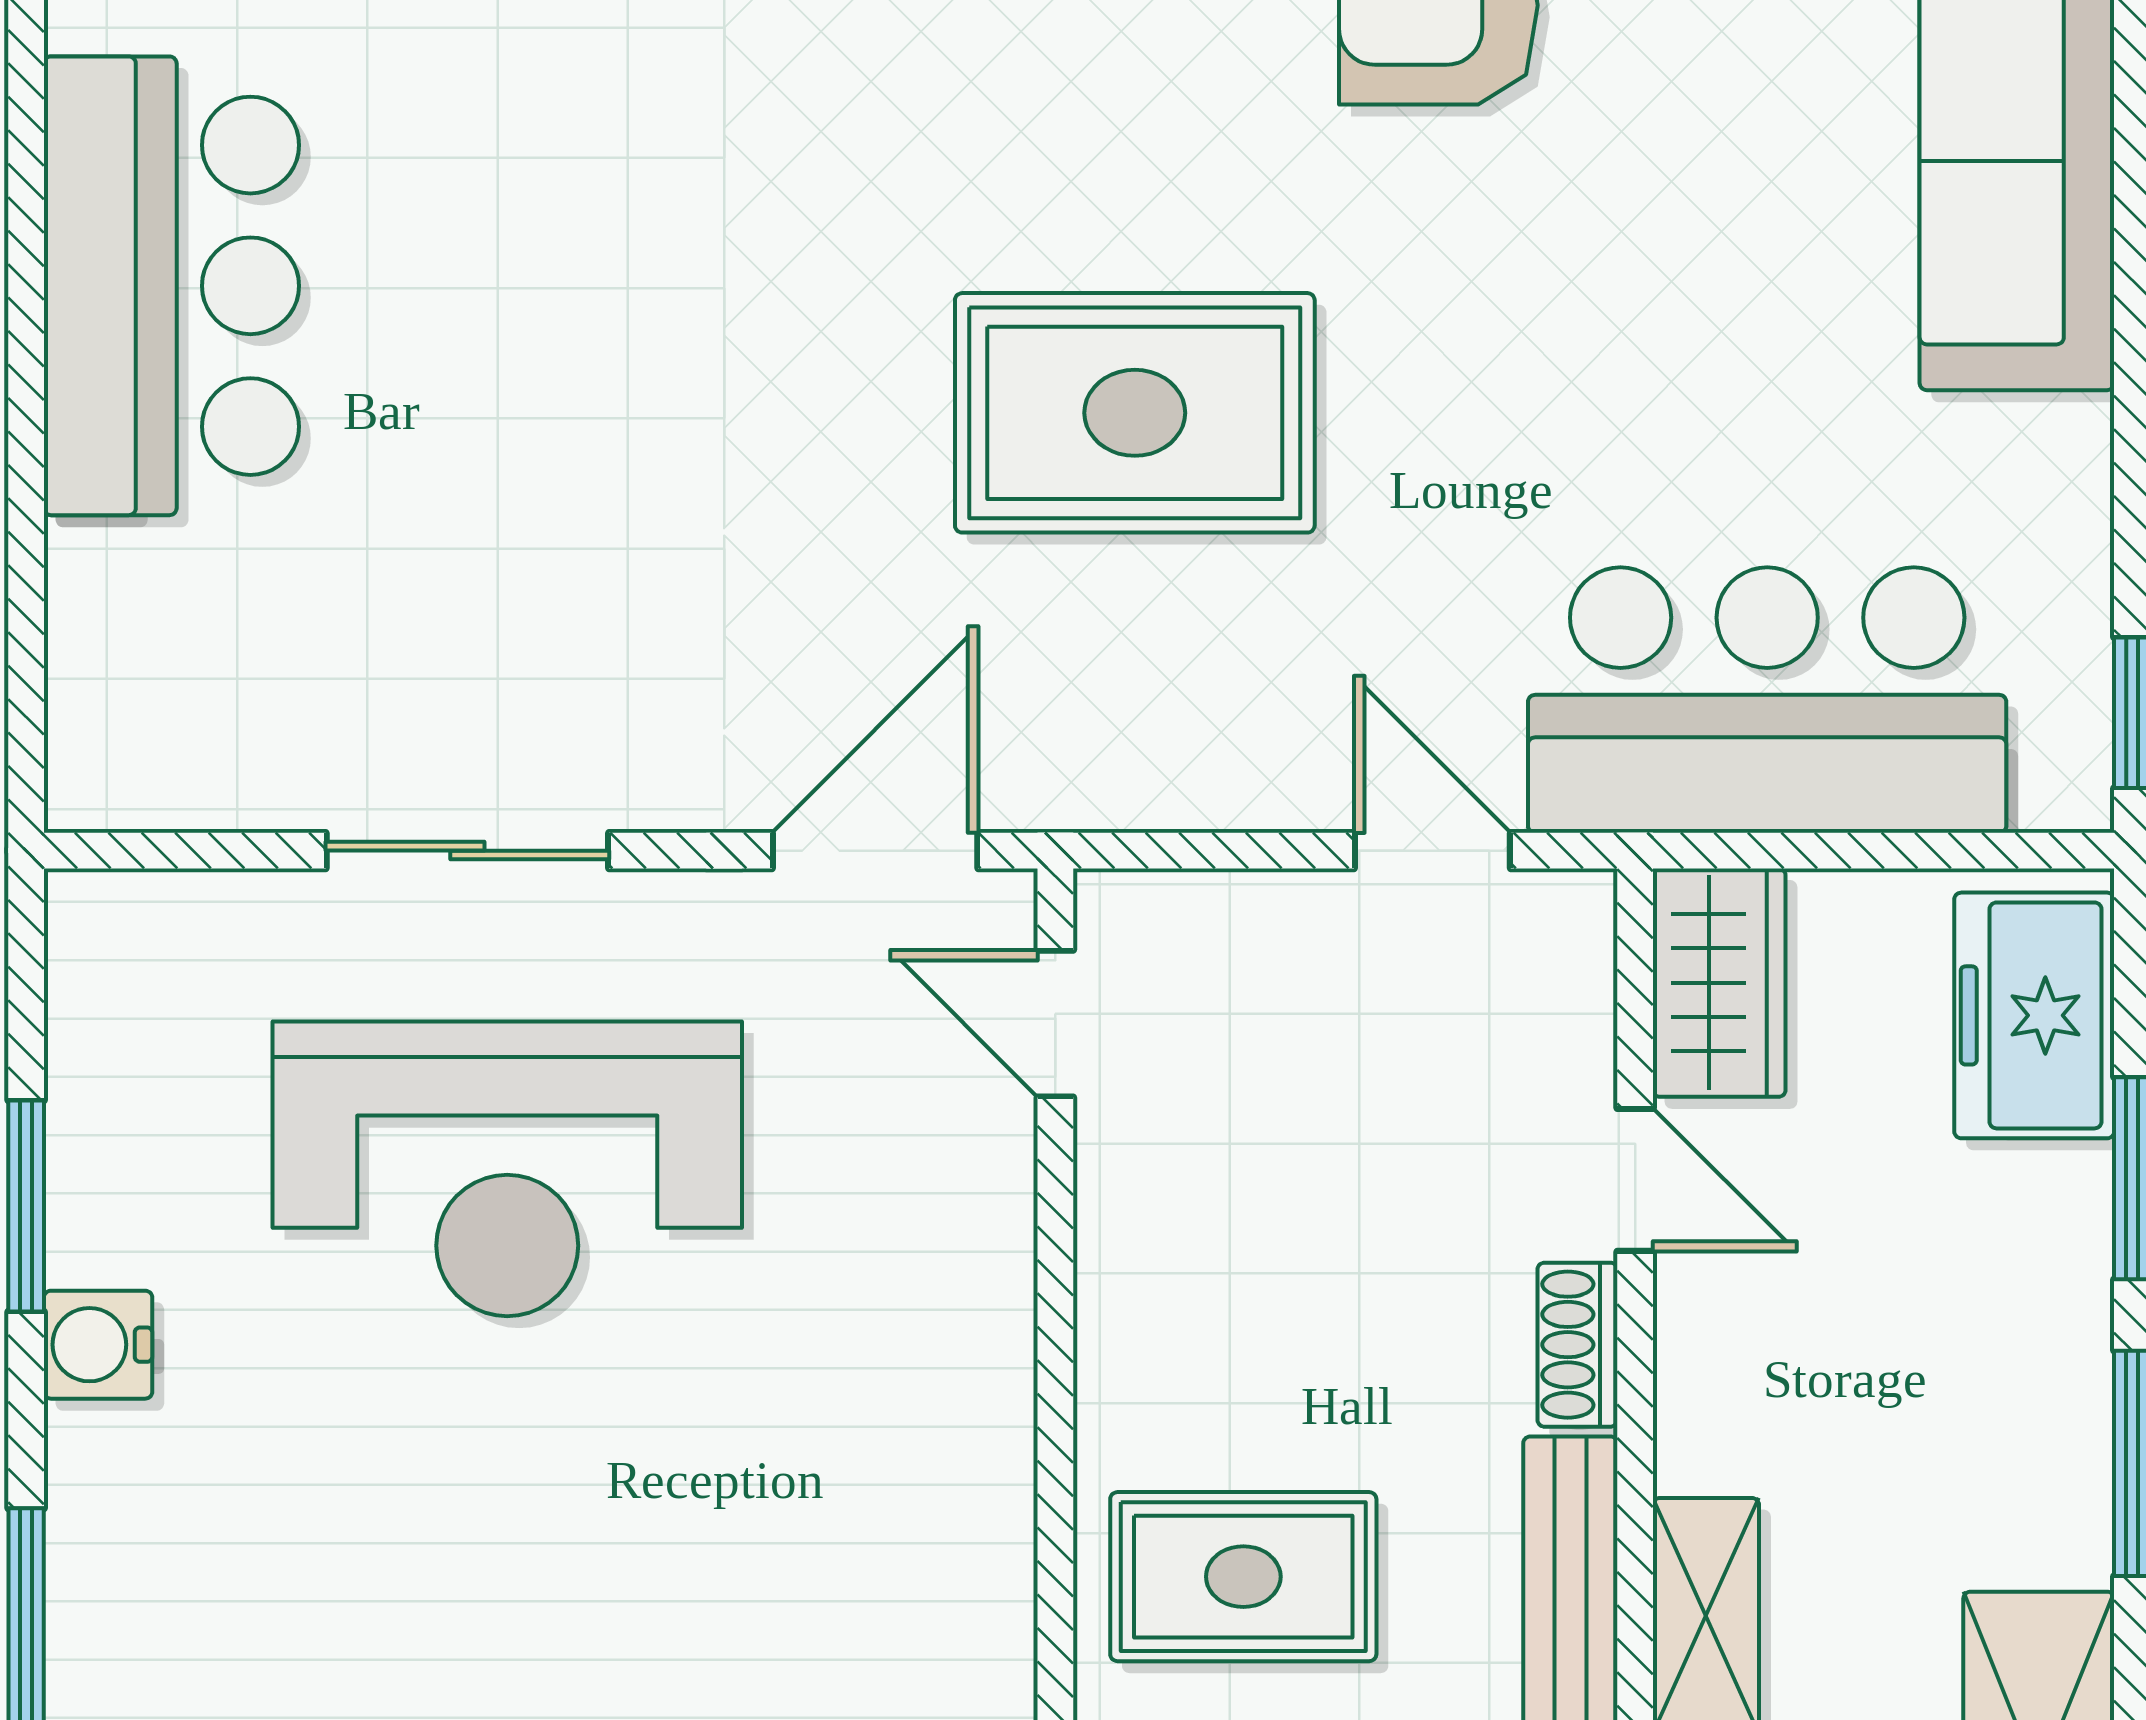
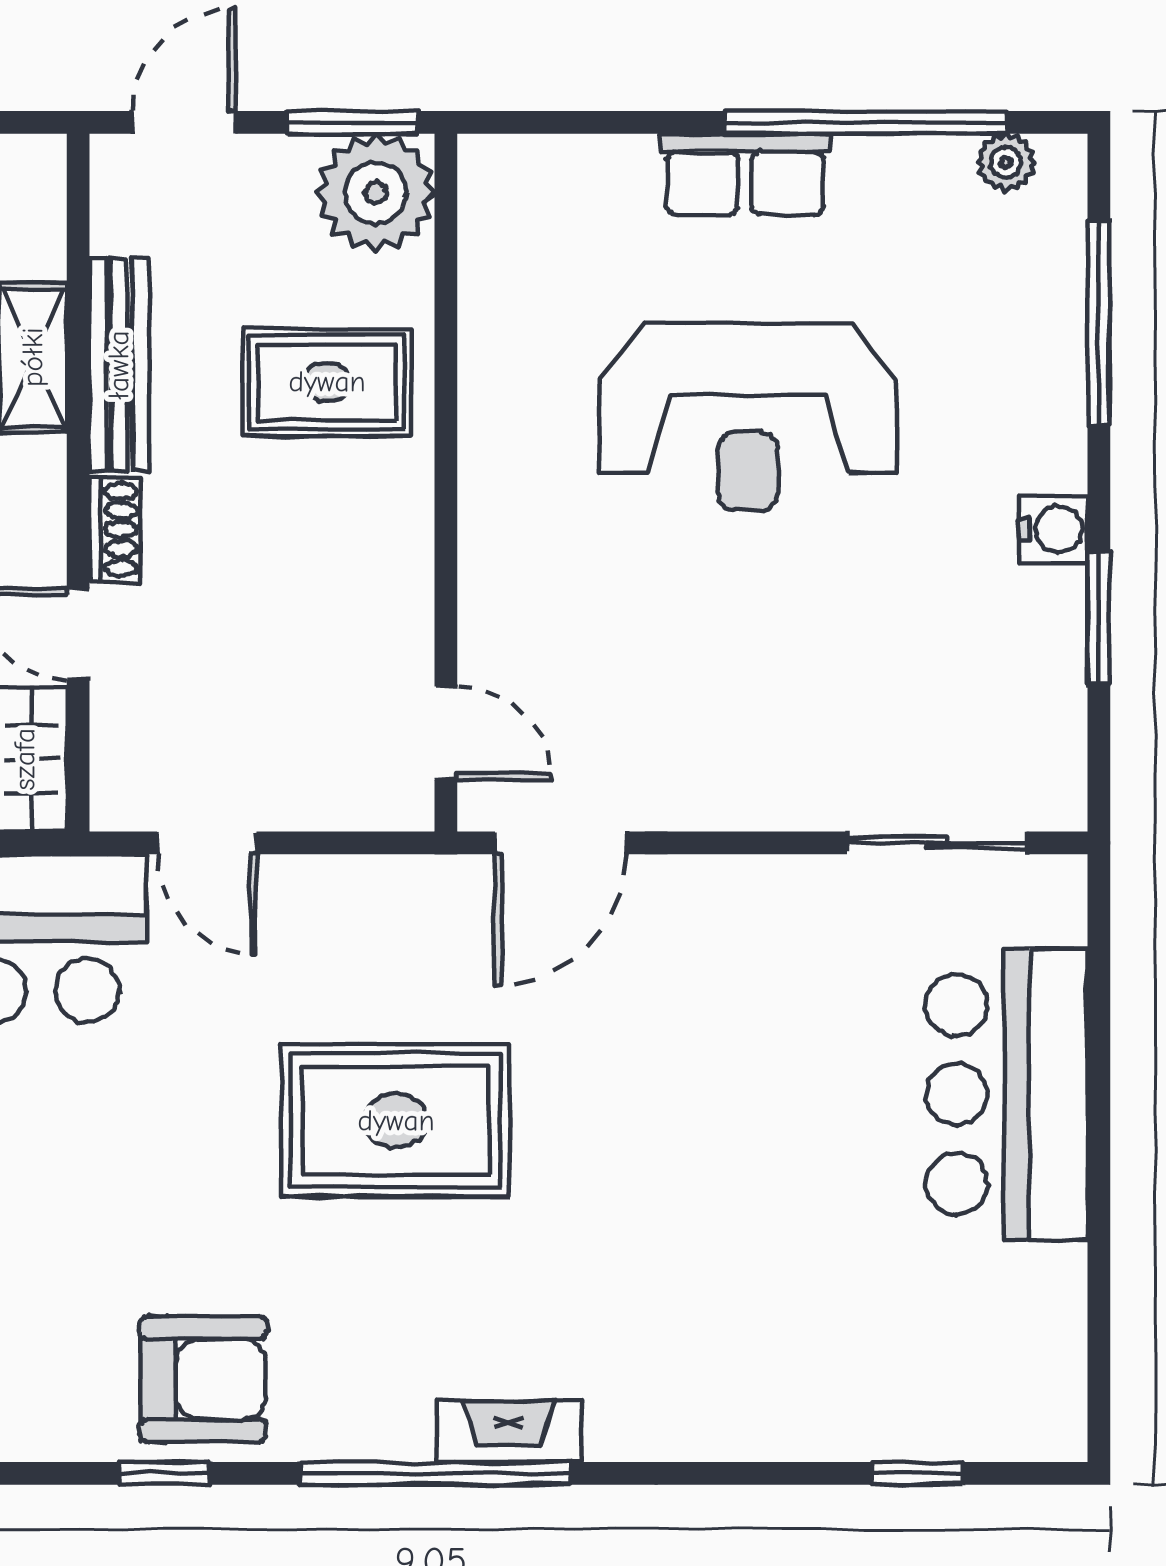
bar counter: (171, 286) -> (1007, 1094), moved
sliding door: (467, 851) -> (937, 843), moved
reception desk: (507, 1169) -> (748, 417), moved, turned 180

